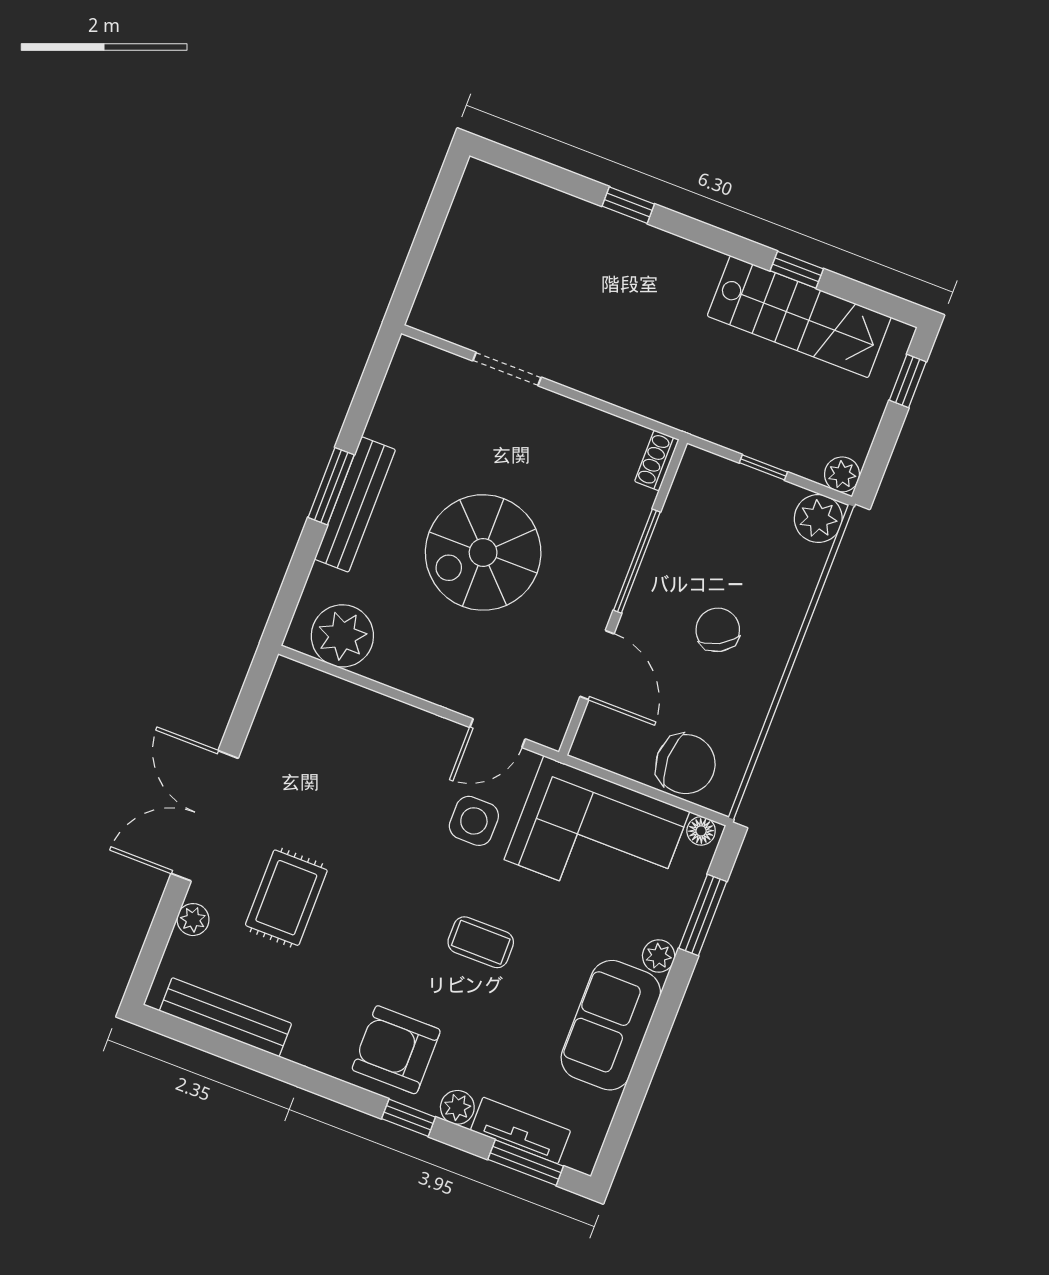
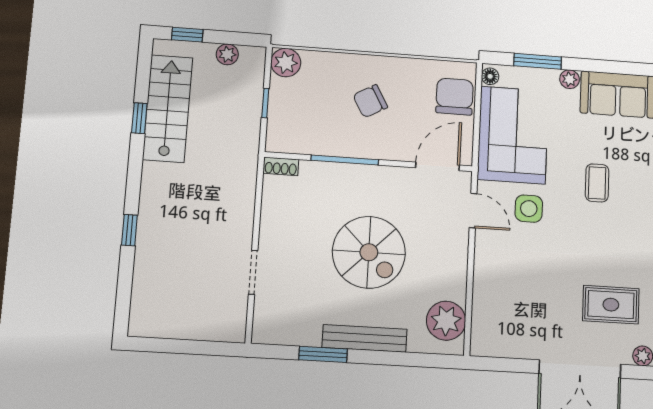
plant: (842, 474) -> (227, 54), moved
window: (331, 486) -> (323, 354), moved
door: (597, 665) -> (438, 166), moved

